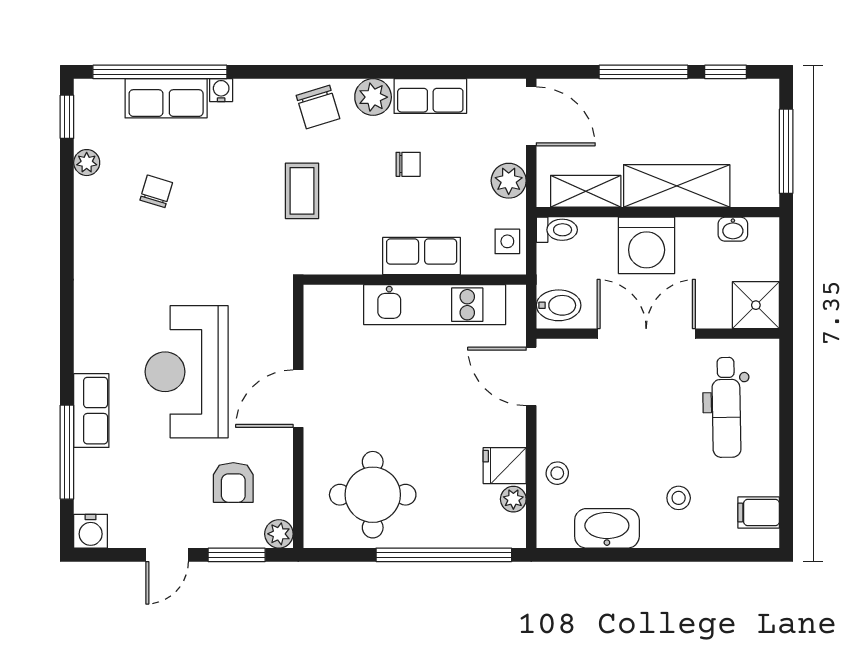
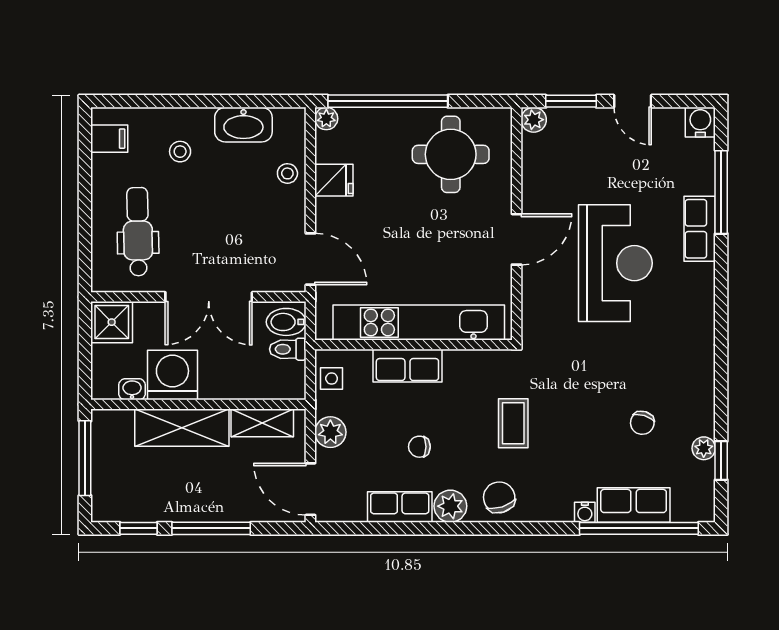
window: (67, 117) -> (721, 461), moved
toilet: (557, 230) -> (288, 349), moved
washing machine: (647, 245) -> (172, 375), moved
kitchen unit: (435, 305) -> (419, 322), width x1.36
armchair: (233, 482) -> (574, 165), removed
plant: (513, 499) -> (326, 119), moved
door: (167, 555) -> (633, 101), swing flipped

